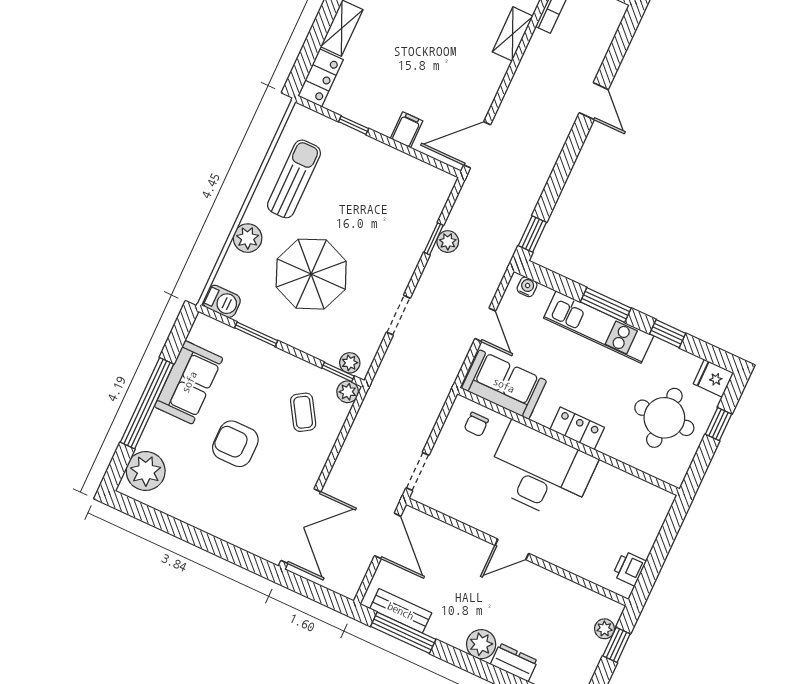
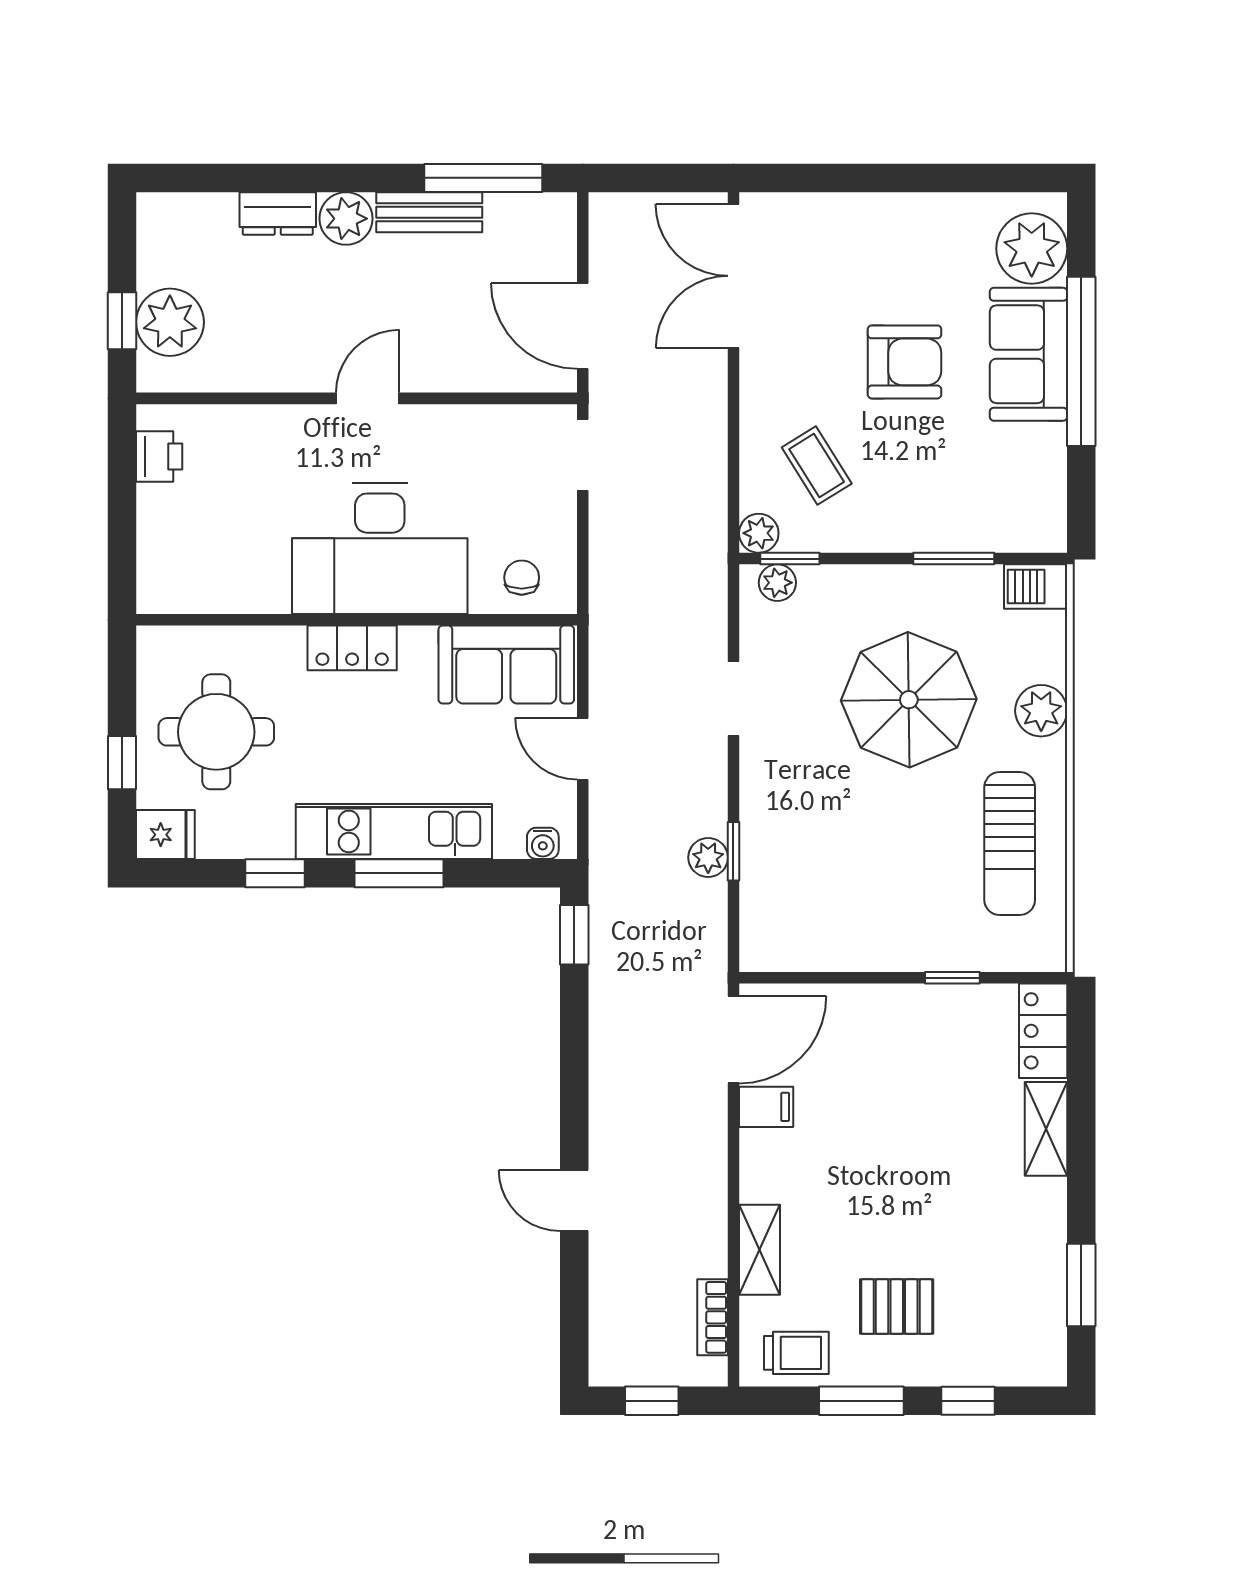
filing cabinet: (407, 130) -> (766, 1107), moved, turned -90
sofa: (189, 382) -> (1028, 354), moved
bench: (401, 611) -> (429, 212), moved
plant: (604, 629) -> (170, 322), width x1.87, depth x1.87

